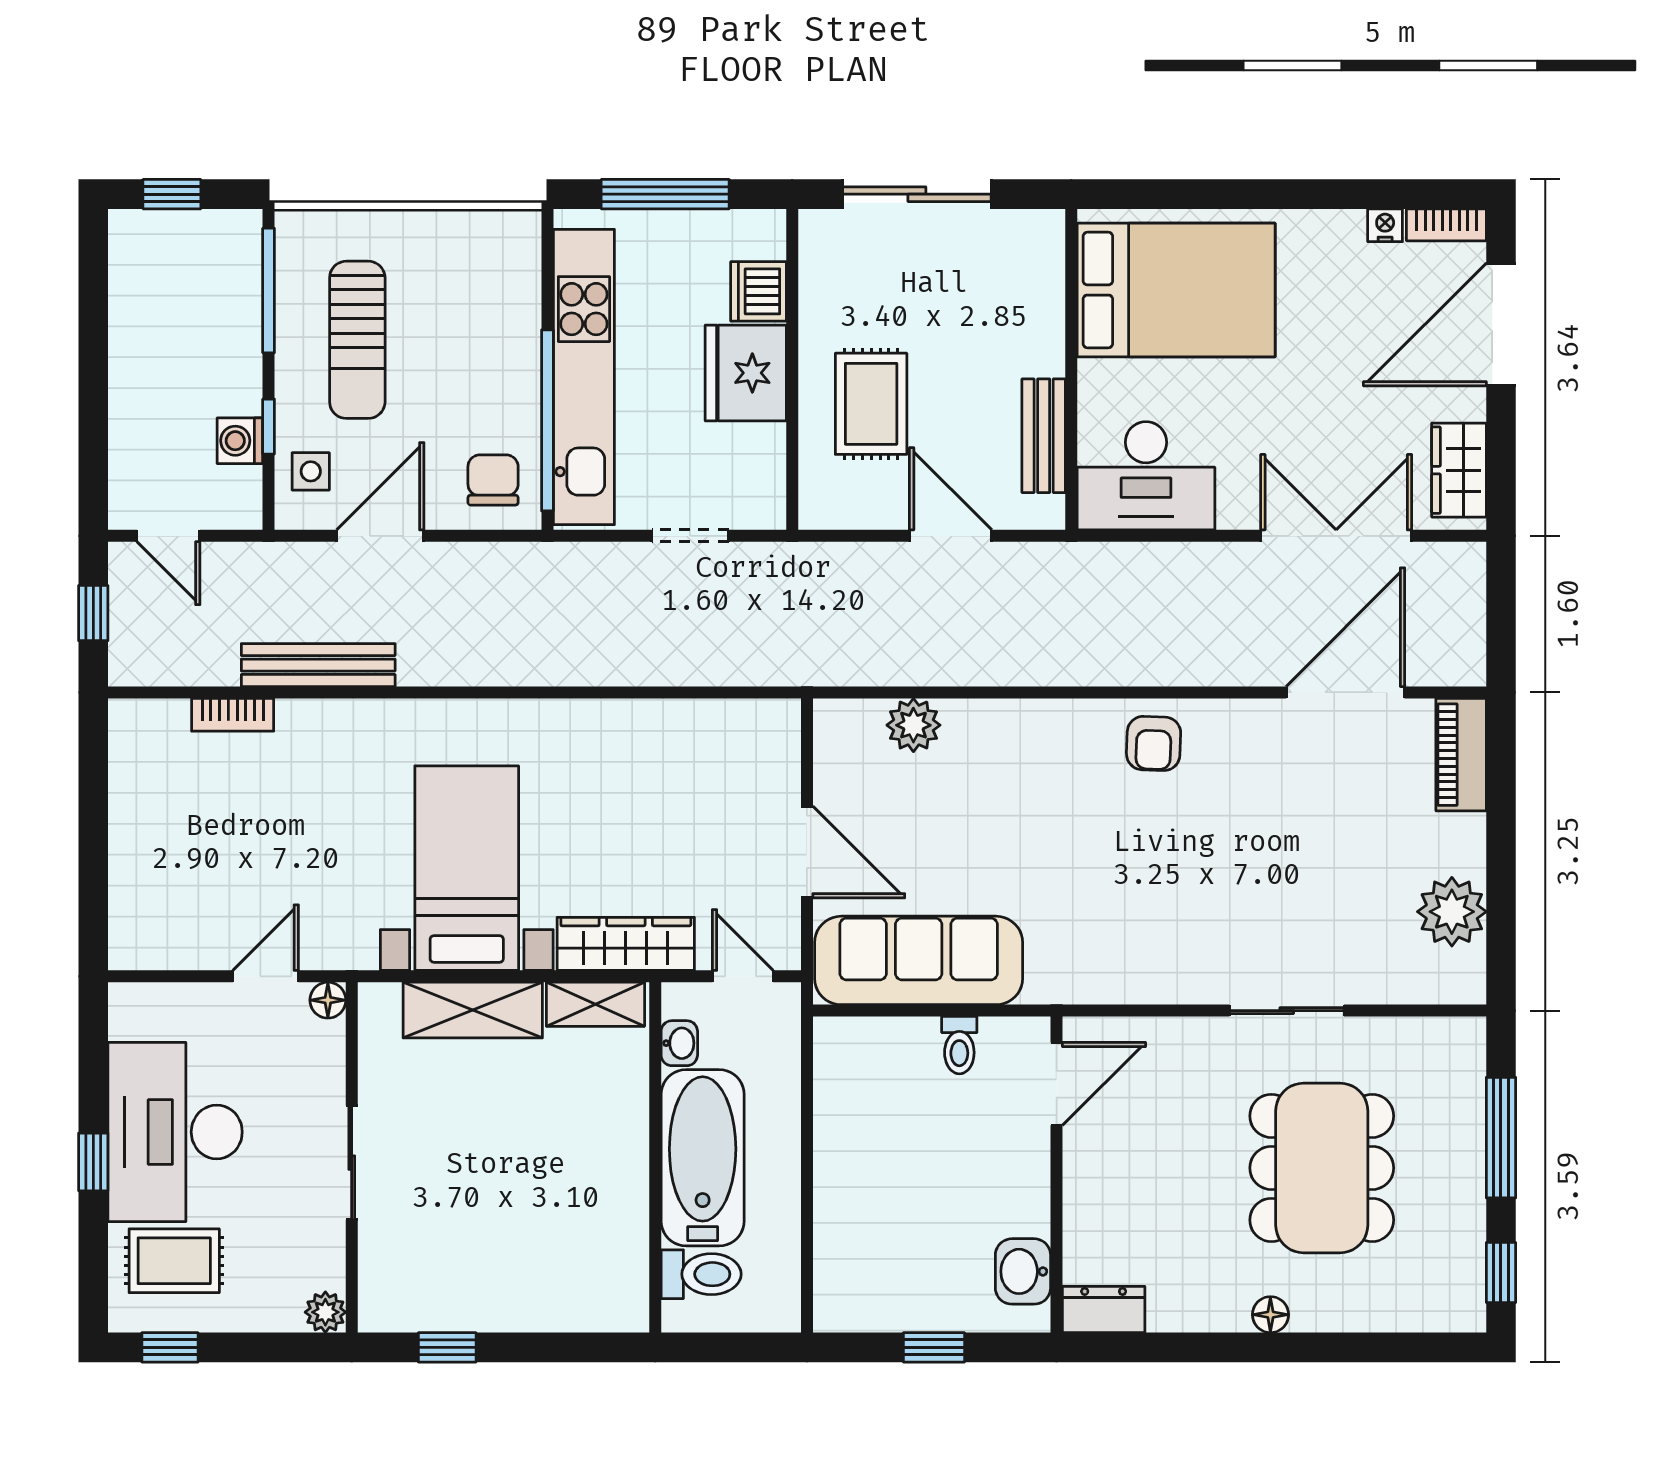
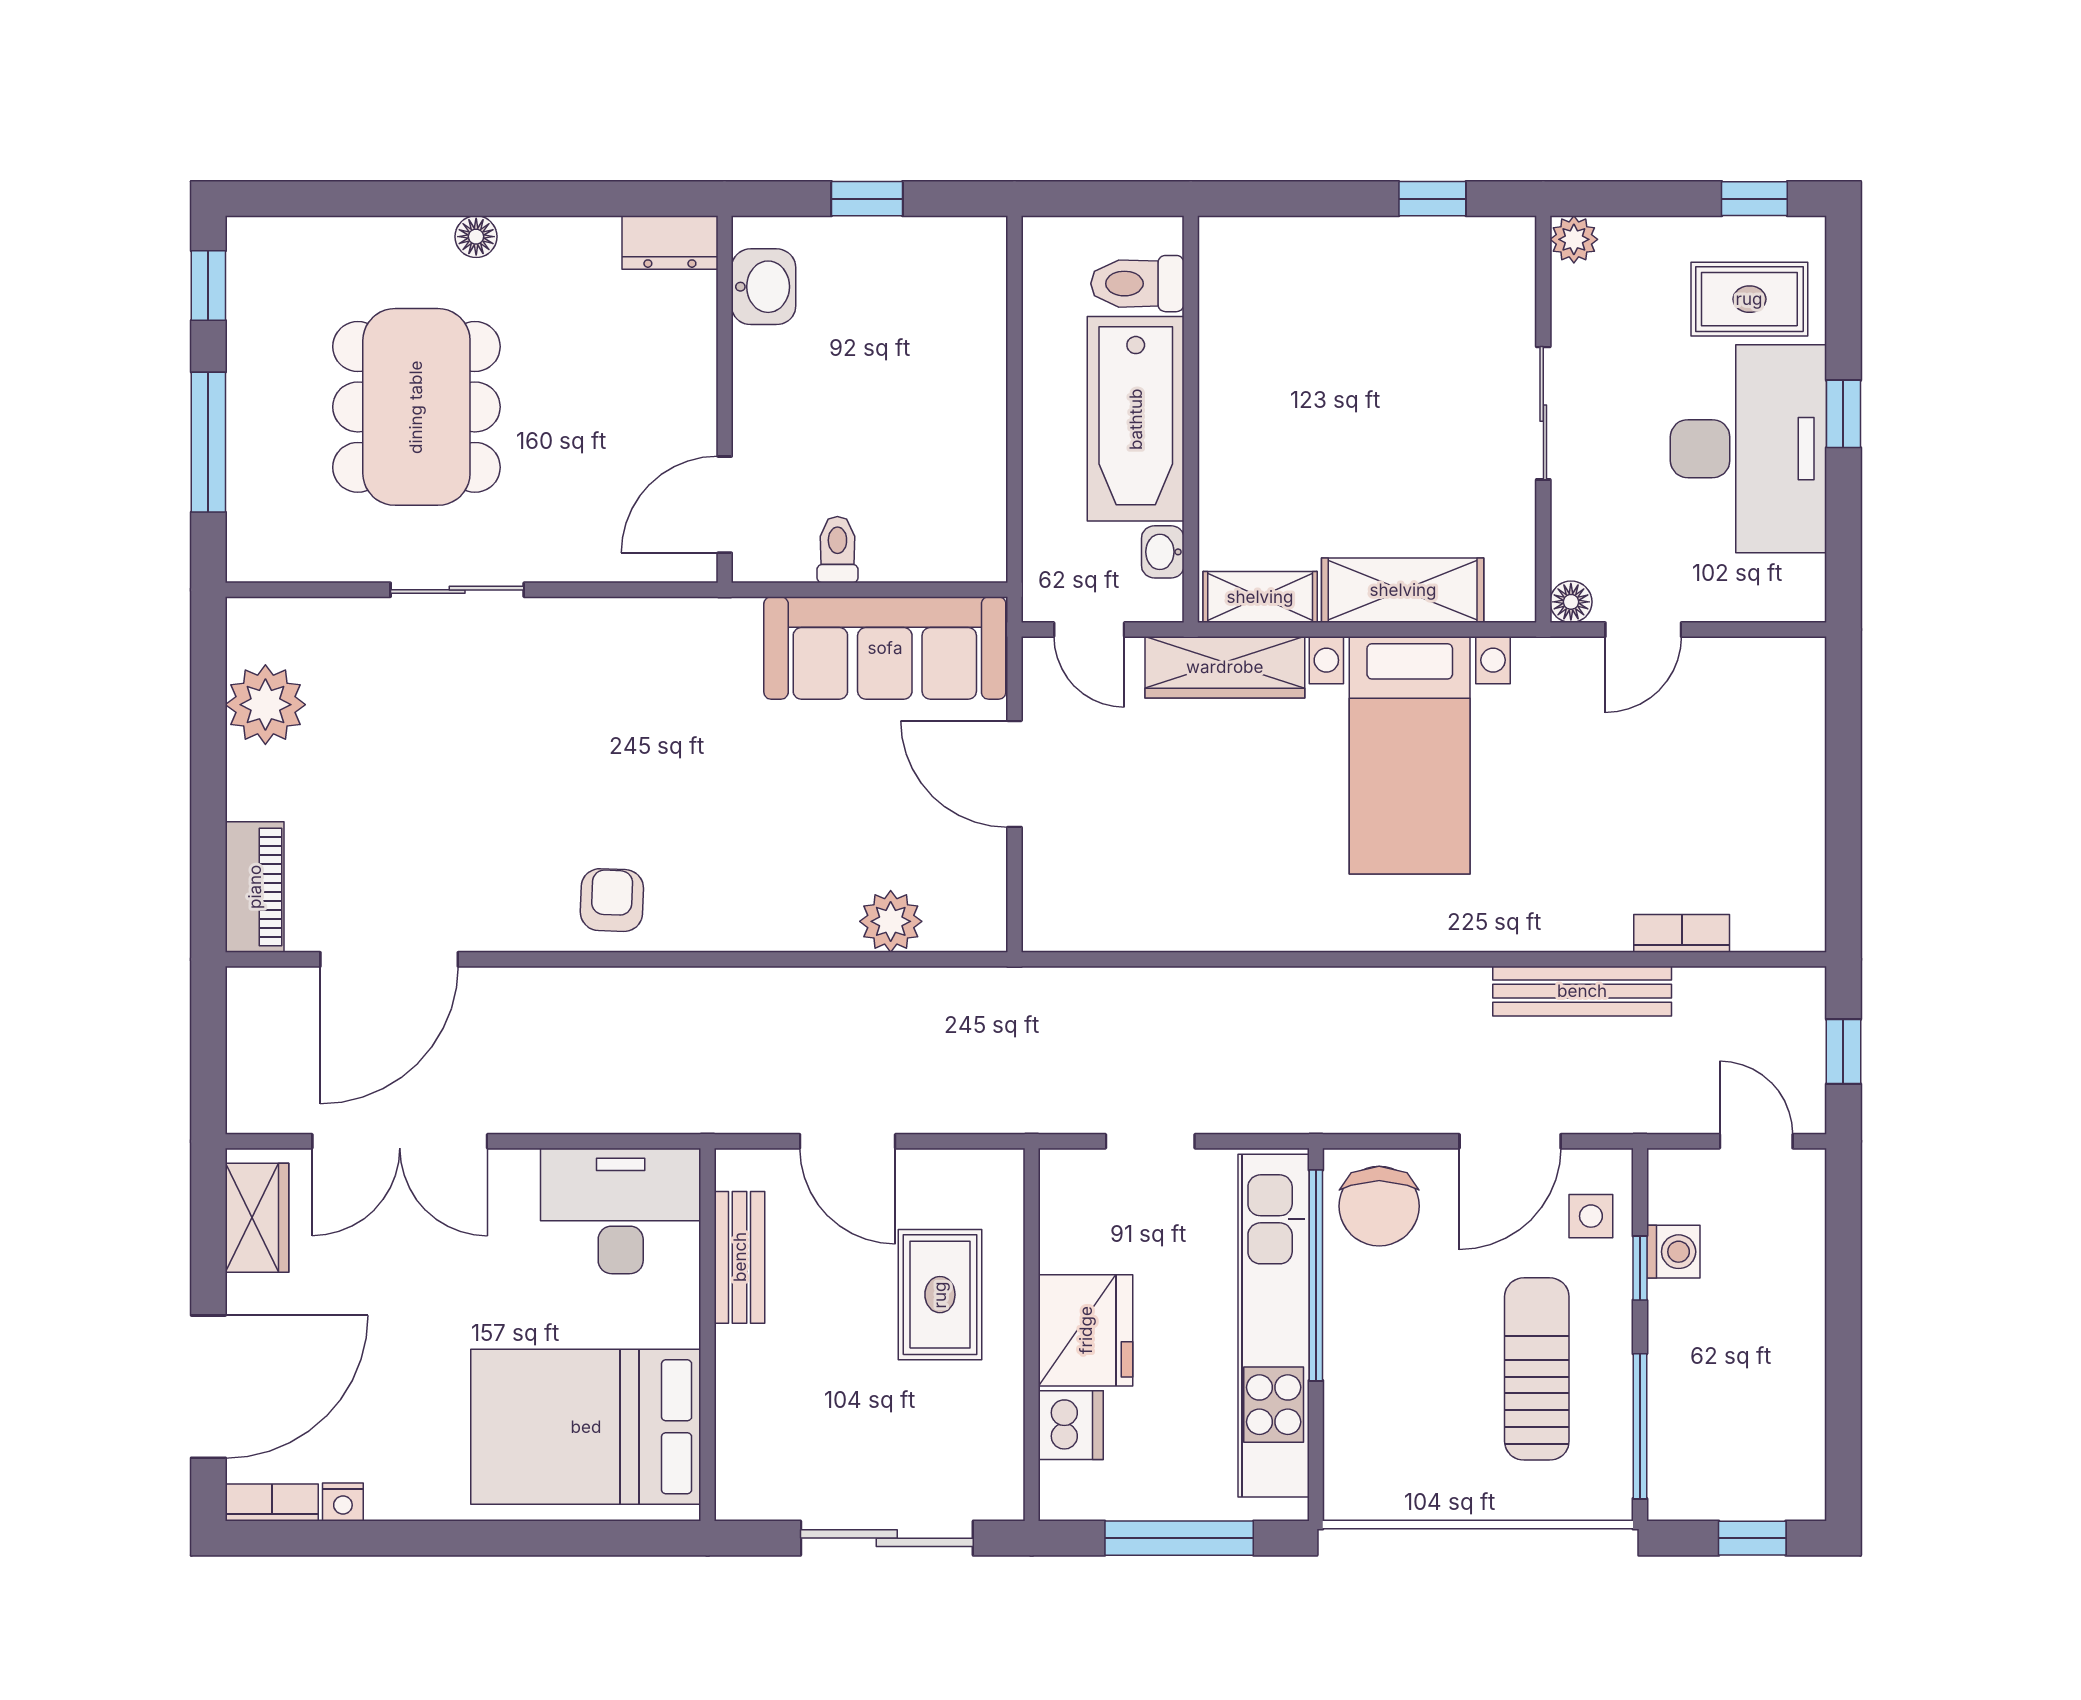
chair: (493, 480) -> (1379, 1206), width x1.37, depth x1.37

